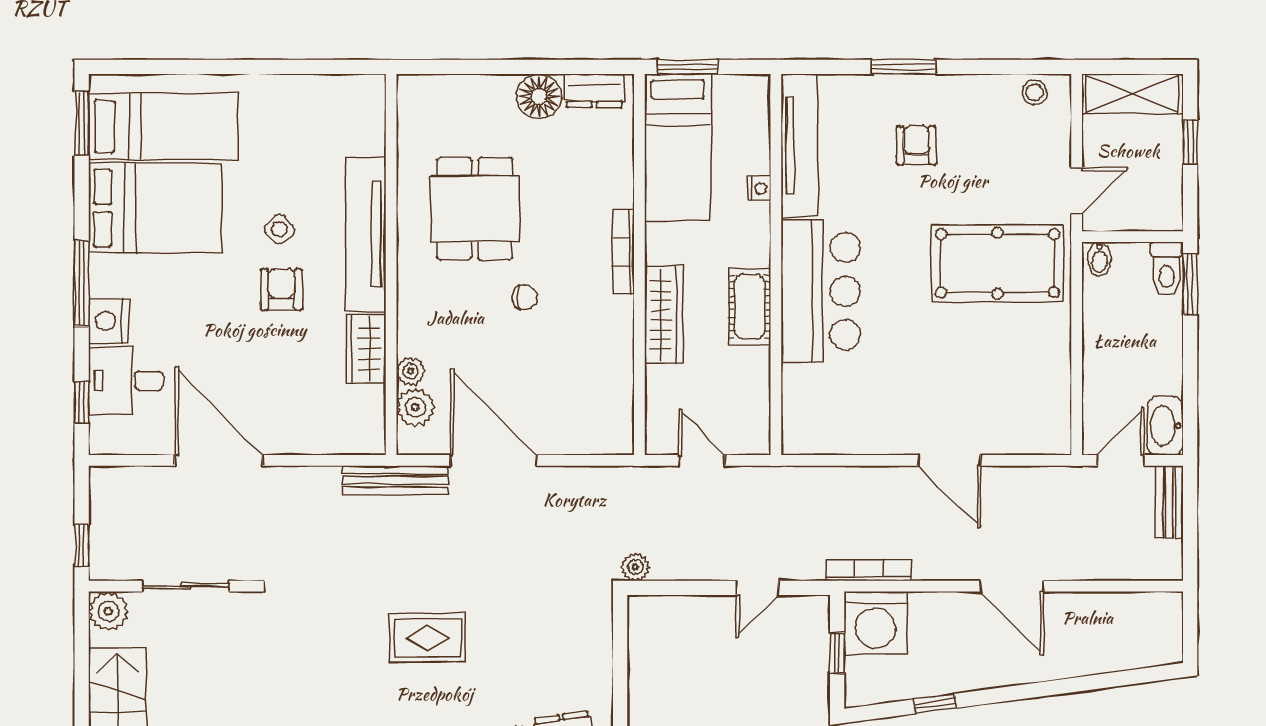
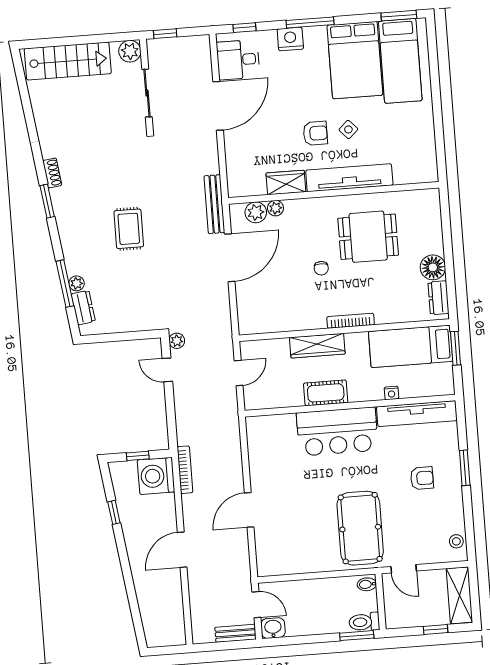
desk: (126, 381) -> (238, 60), moved, turned -90
washbasin: (1165, 426) -> (273, 628), width x0.72
door: (757, 588) -> (167, 370), moved

